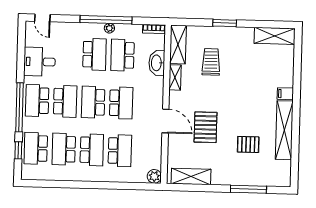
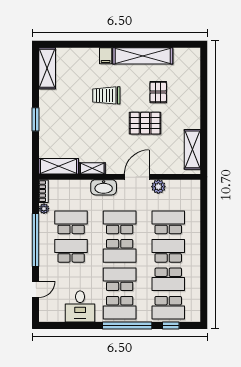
door: (42, 18) -> (36, 289), moved
plant: (109, 28) -> (44, 209), moved
school desk: (122, 55) -> (71, 222), turned 180
trolley: (211, 62) -> (106, 95), moved
washbasin: (157, 63) -> (104, 187), moved
pallet: (205, 127) -> (145, 123), moved
plant: (154, 176) -> (158, 187), moved
window: (248, 189) -> (204, 91), removed

